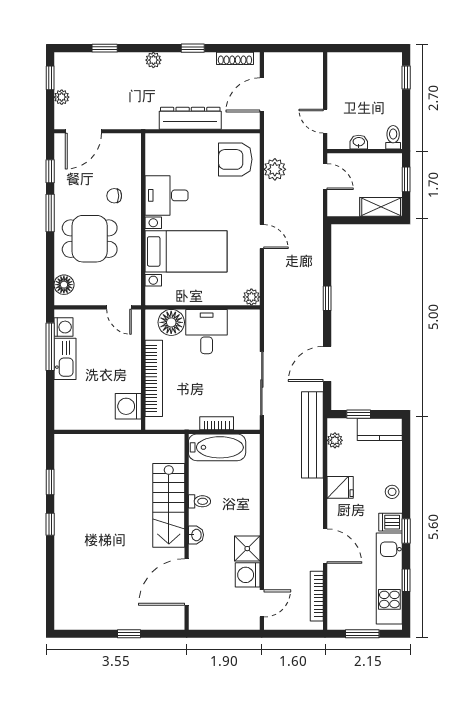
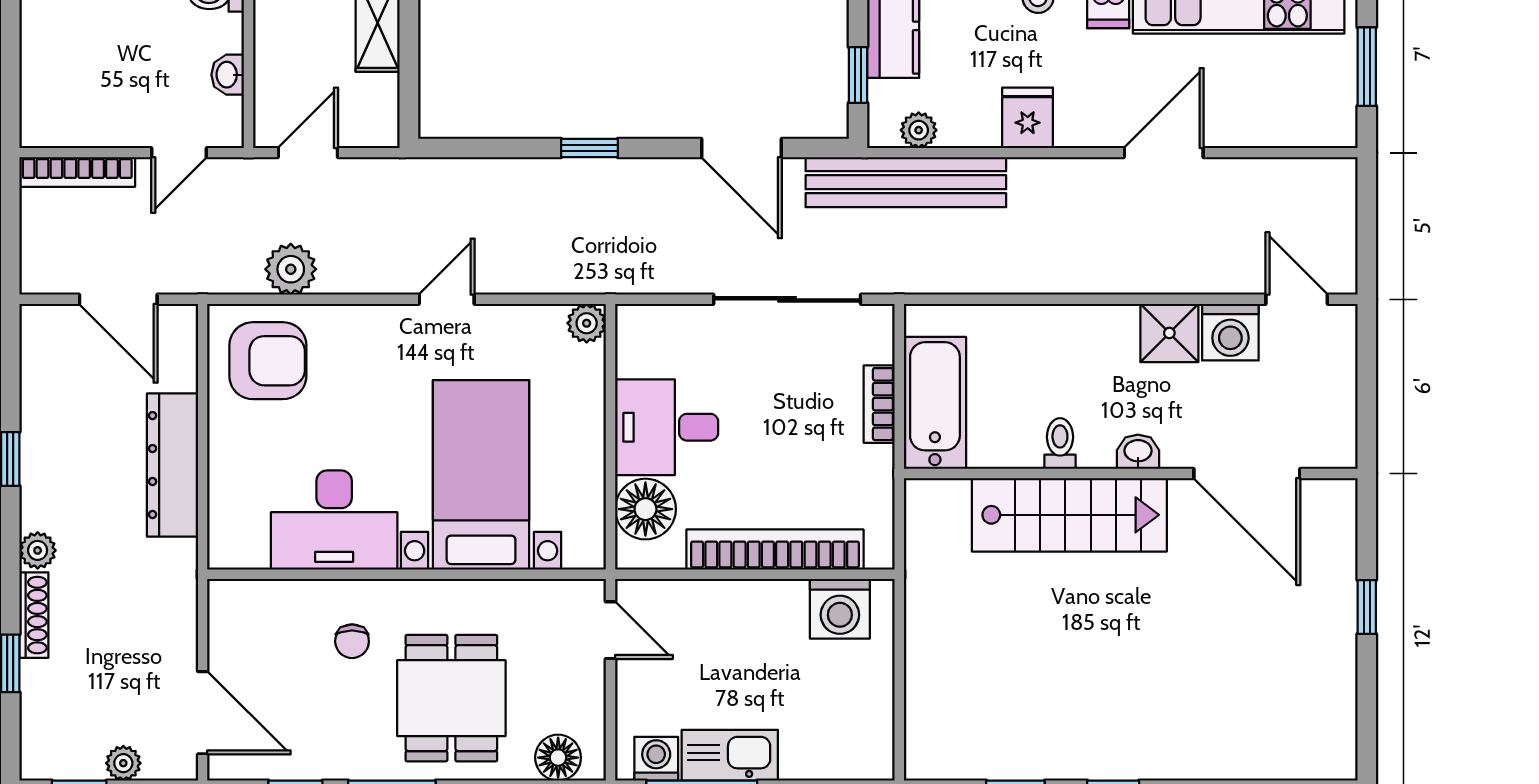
shoe rack: (235, 58) -> (34, 615), moved
armchair: (235, 159) -> (268, 361), turned -90
desk: (166, 195) -> (334, 520), width x1.37
door: (119, 307) -> (611, 630), hinge flipped
bookcase: (317, 596) -> (77, 172), moved

